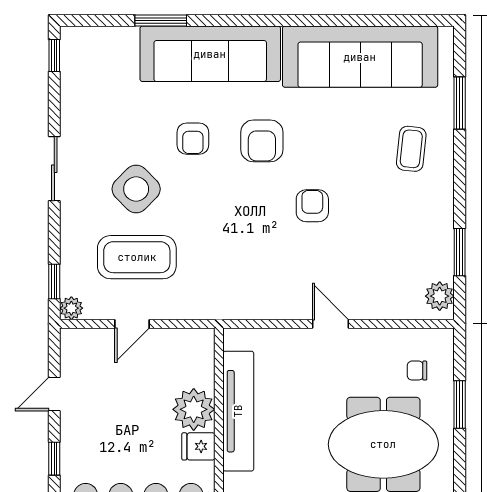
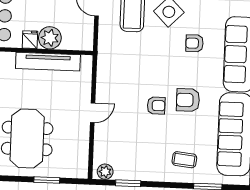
armchair: (262, 141) -> (188, 100), moved
chair: (417, 371) -> (66, 158), removed

